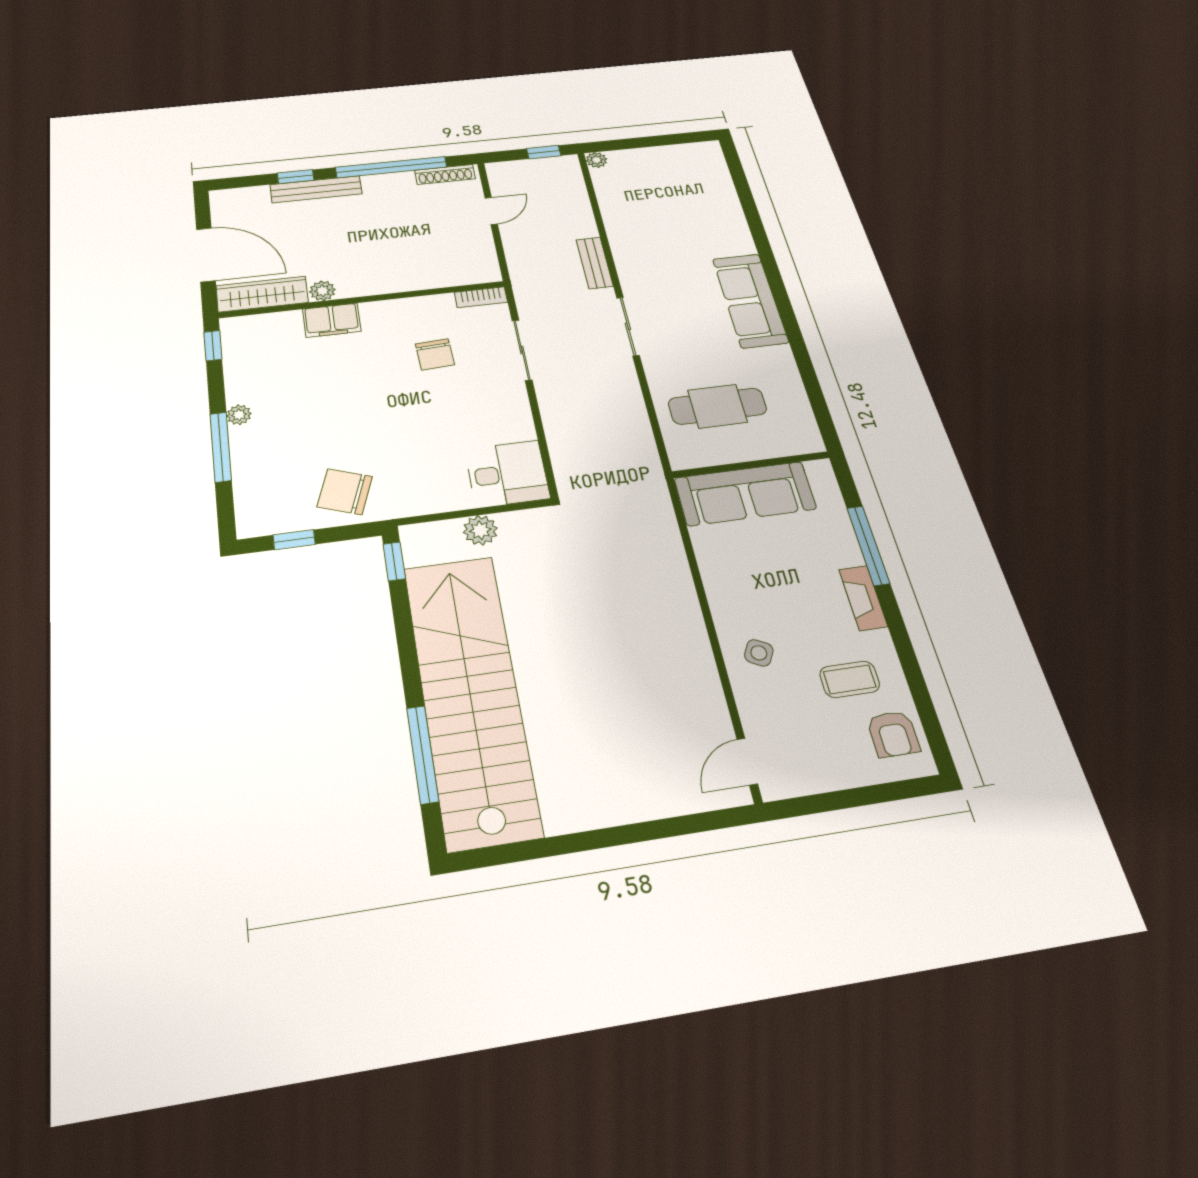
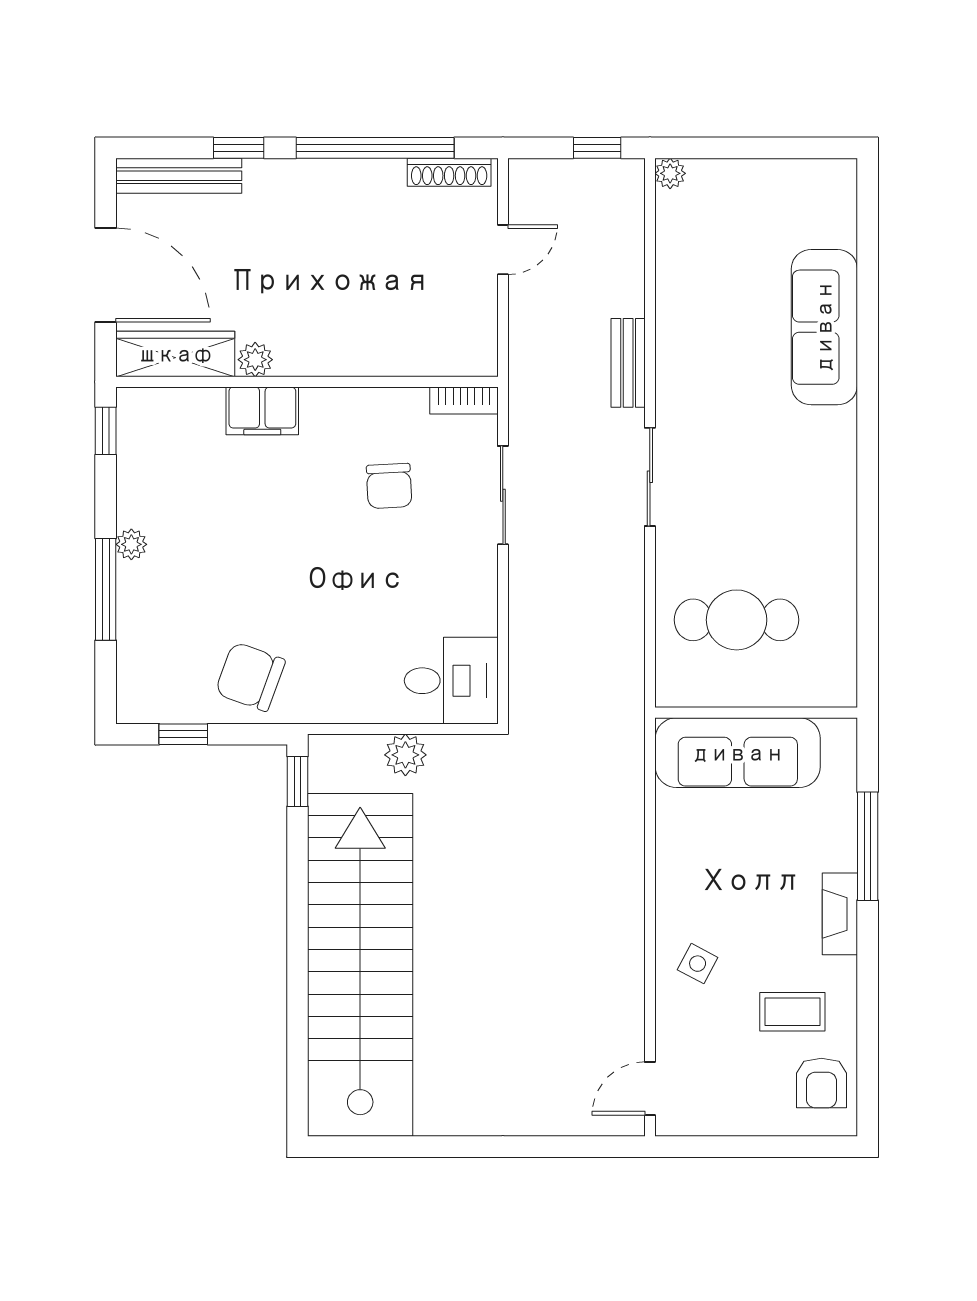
bench: (316, 189) -> (179, 176), moved
sofa: (750, 300) -> (824, 327), moved
window: (423, 754) -> (298, 1024), removed

